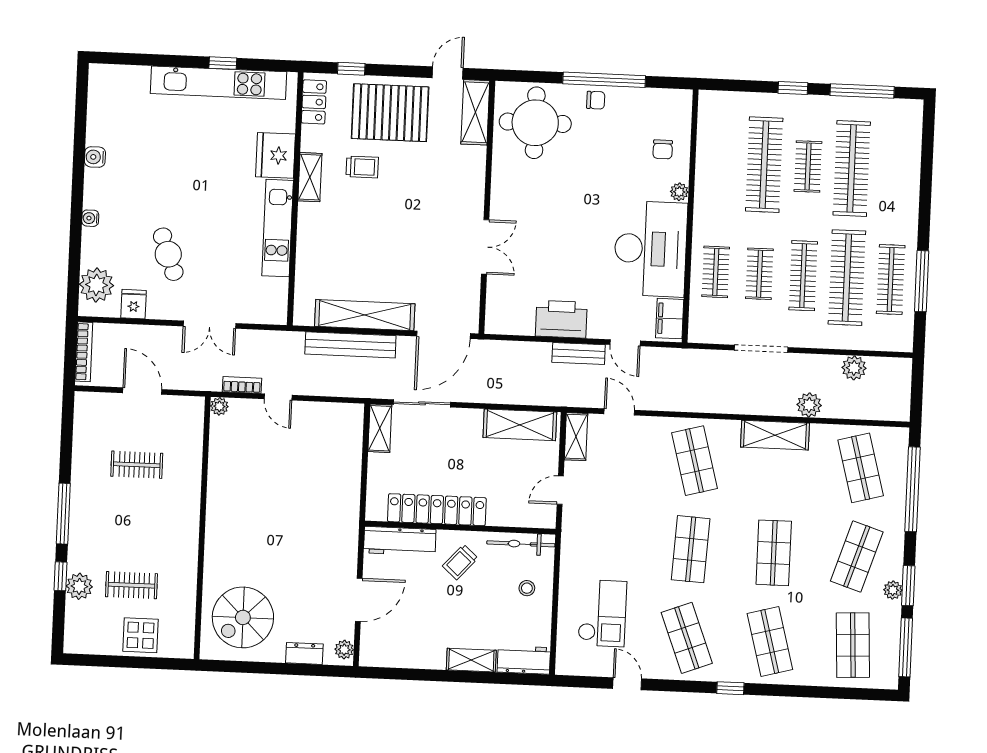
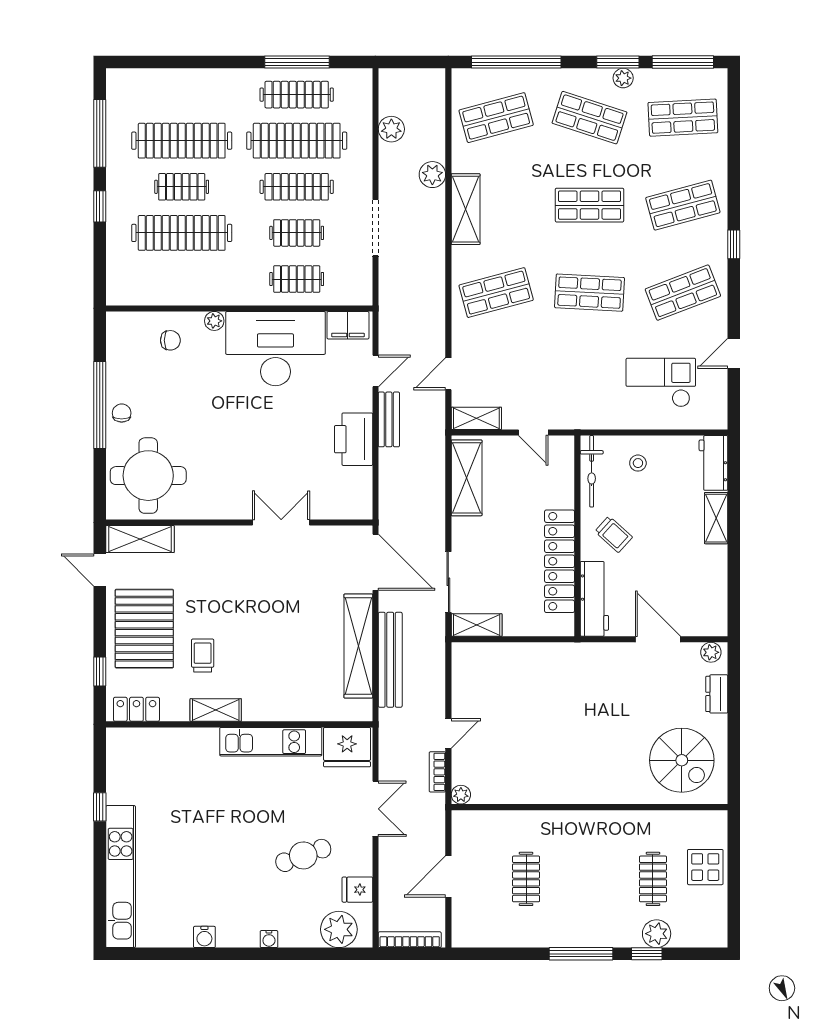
kitchen unit: (218, 83) -> (121, 877), moved
fridge: (276, 155) -> (347, 747), moved

